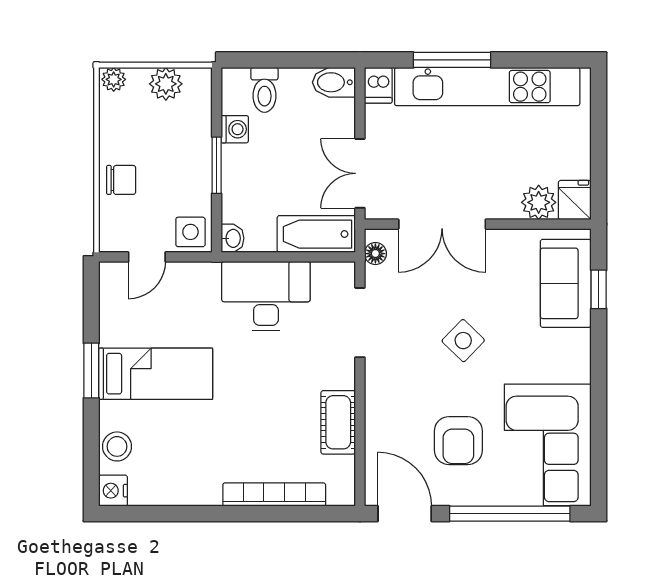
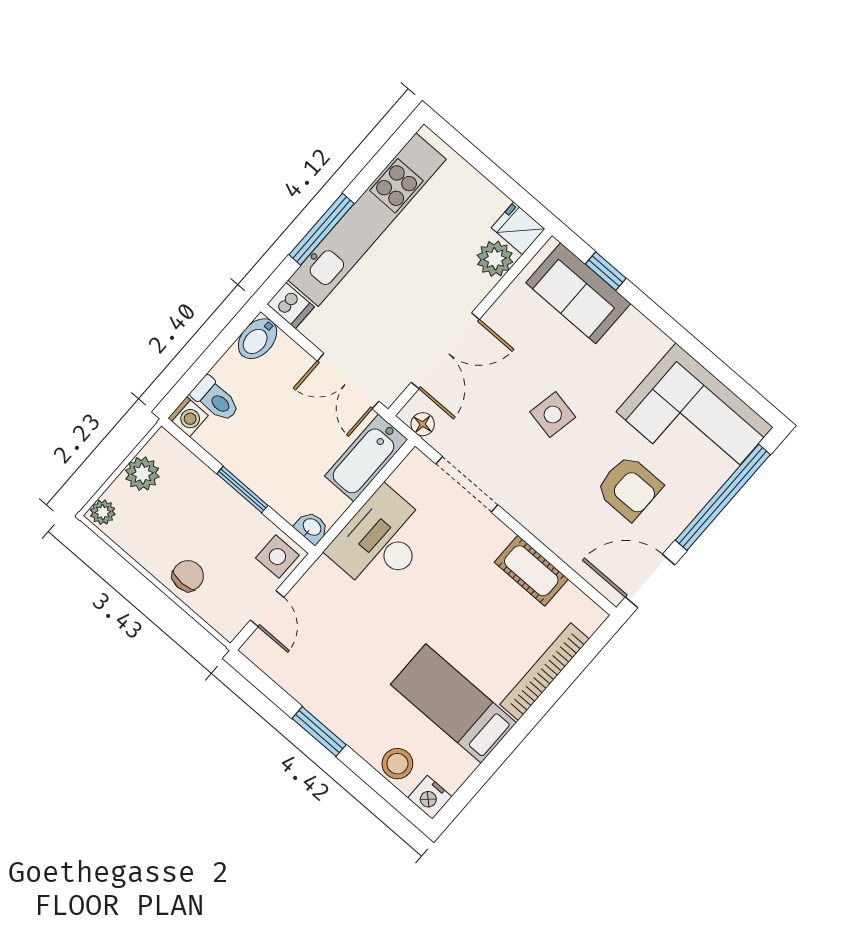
washing machine: (235, 129) -> (188, 417), moved, turned 90
side table: (463, 341) -> (553, 415), turned -33
bed: (156, 374) -> (453, 704), moved, turned -90

